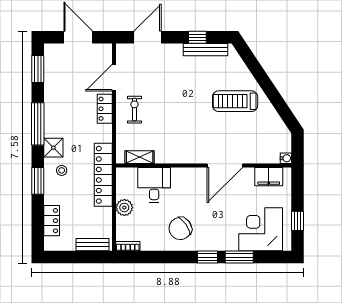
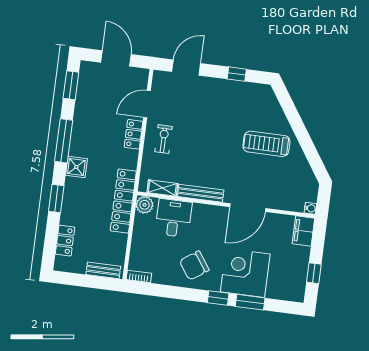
bench: (205, 50) -> (201, 193), moved
stool: (62, 170) -> (82, 191), removed
filing cabinet: (269, 177) -> (303, 231), moved, turned 90
plant: (124, 208) -> (145, 205), moved
corner desk: (261, 229) -> (245, 273), moved

